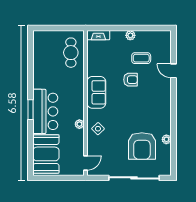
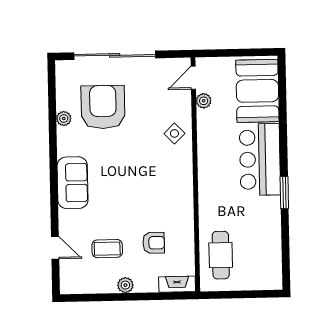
door: (173, 71) -> (55, 248), moved
armchair: (130, 80) -> (154, 243), moved, turned 180
sofa: (96, 92) -> (73, 183), moved, turned 180
window: (31, 110) -> (284, 193), moved
plant: (79, 124) -> (204, 101), moved

